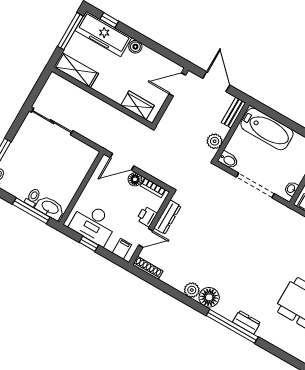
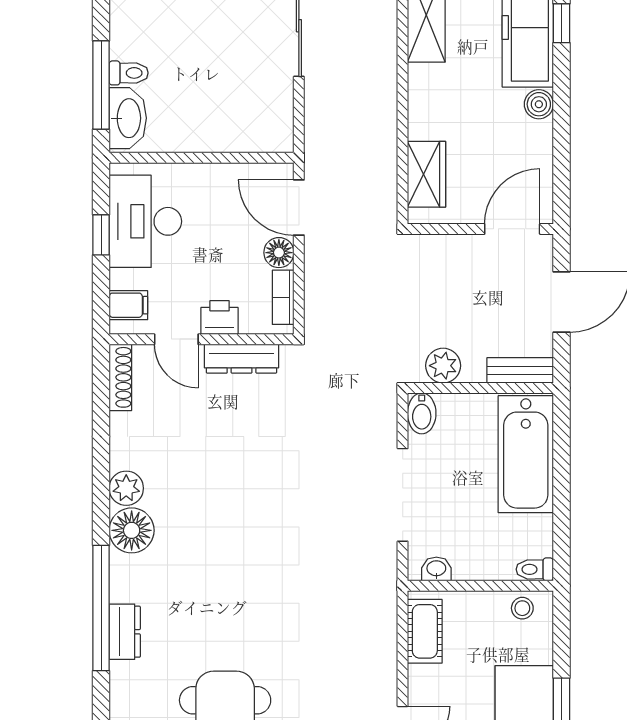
door: (177, 84) -> (512, 229), hinge flipped

